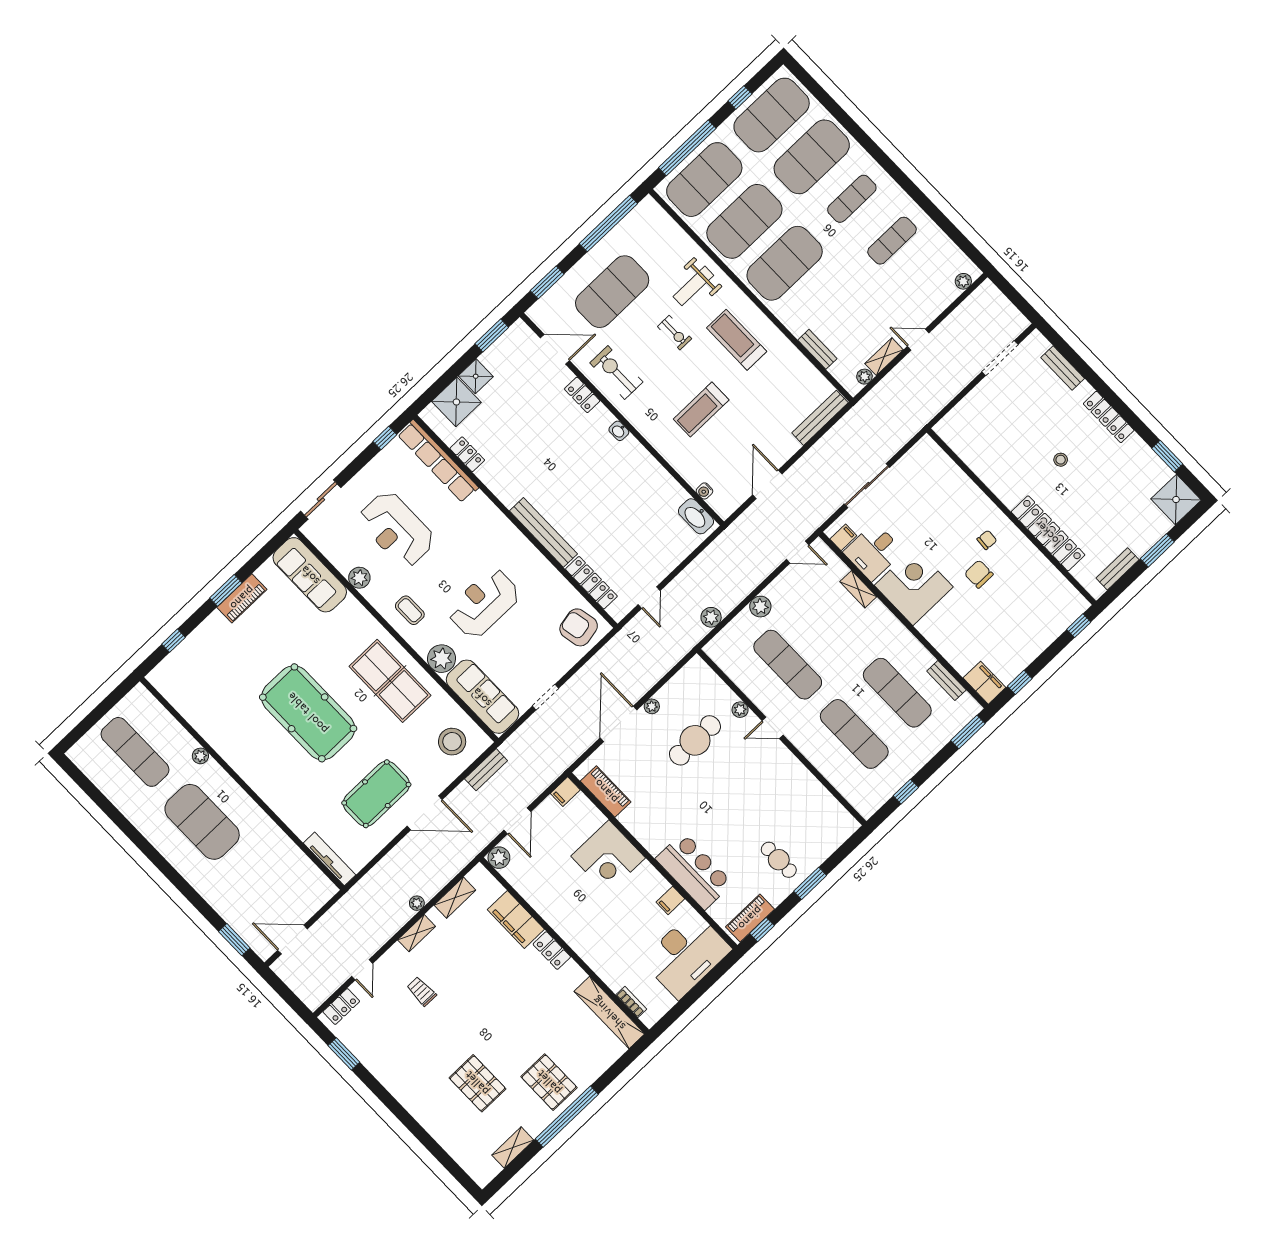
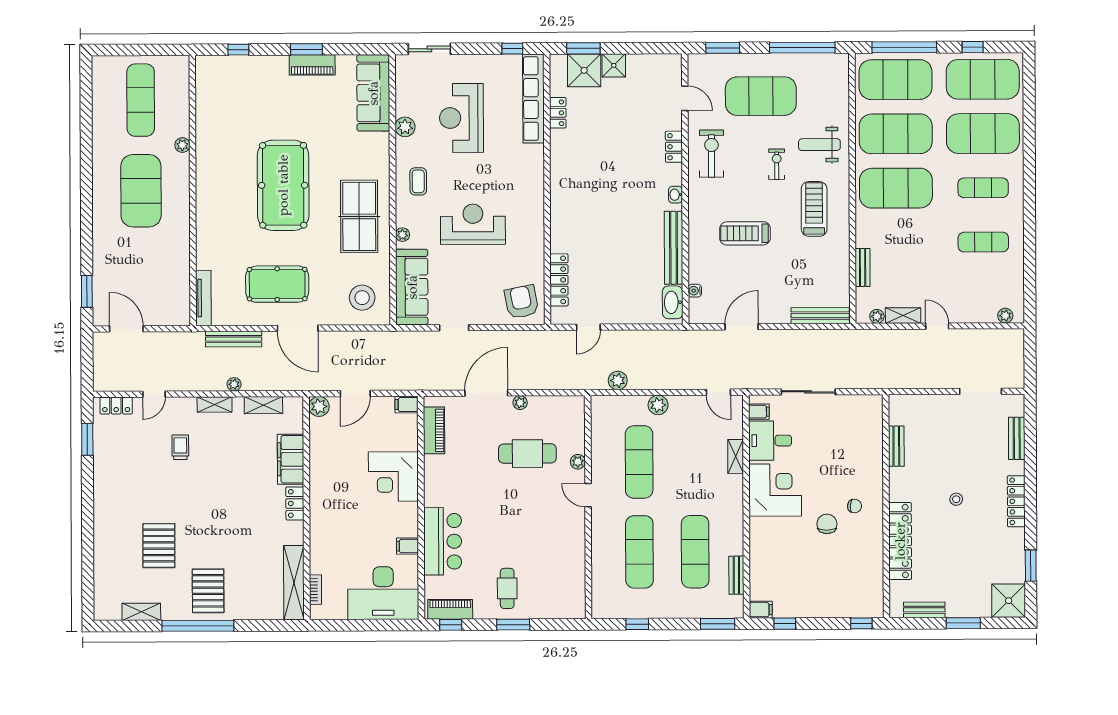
exercise bike: (675, 333) -> (777, 164), turned 180
window: (492, 336) -> (583, 48), moved
door: (555, 349) -> (685, 98), width x0.73
bench: (975, 463) -> (896, 446), added
bench: (543, 532) -> (673, 248), moved
plant: (442, 659) -> (402, 235), width x0.53, depth x0.53
filing cabinet: (984, 683) -> (761, 610), width x0.50
bench: (486, 770) -> (234, 339), moved, width x1.36

